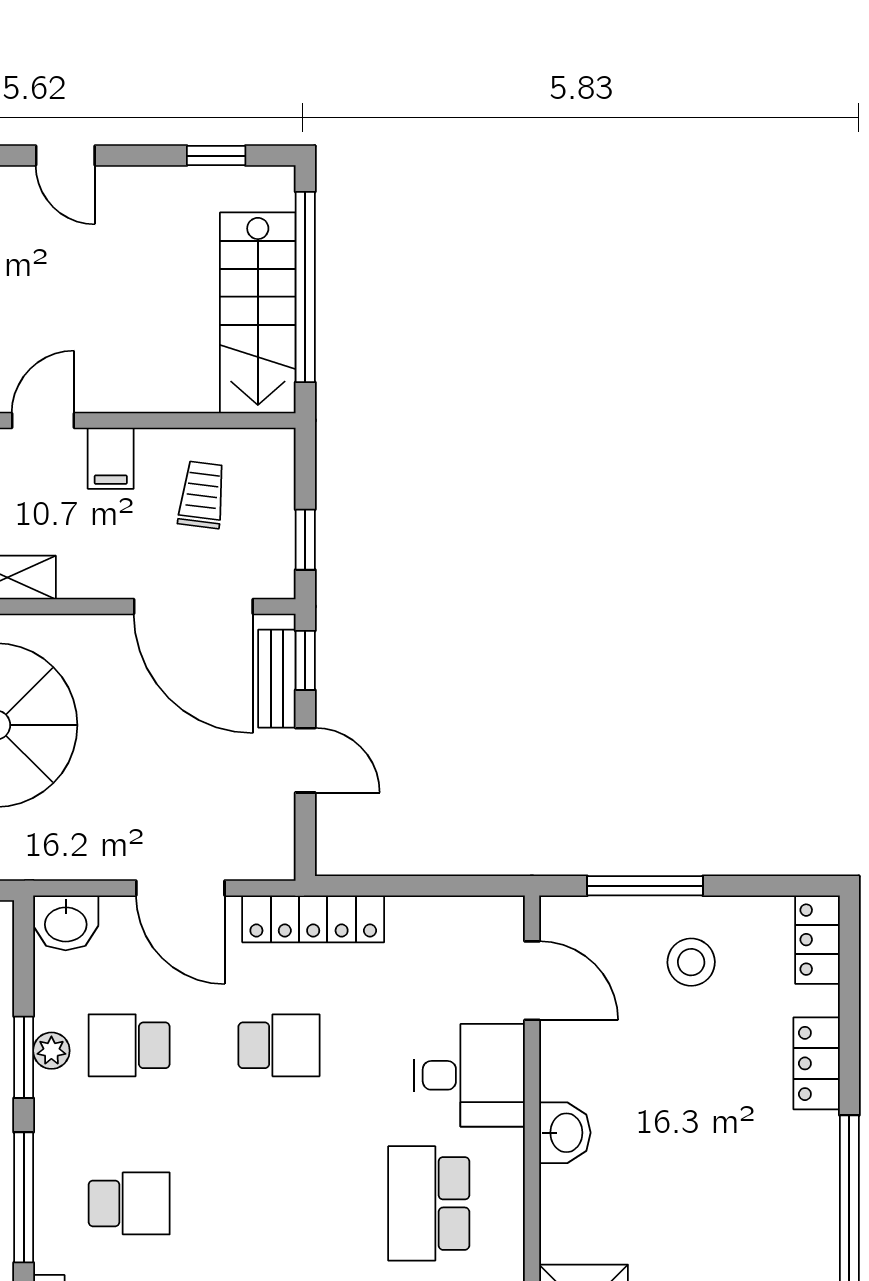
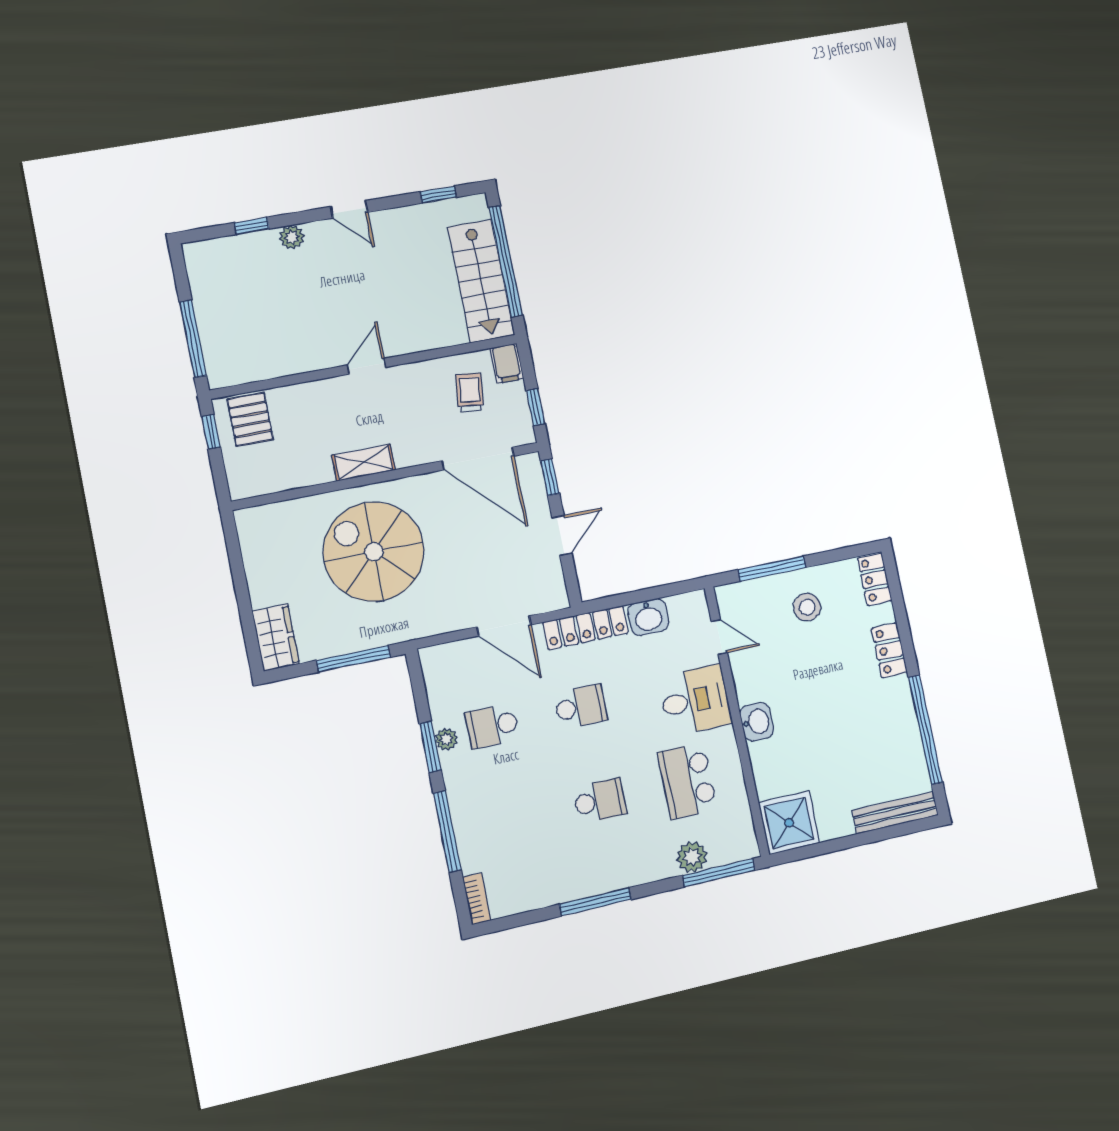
filing cabinet: (111, 458) -> (507, 363), moved
bench: (277, 679) -> (536, 491), removed
door: (305, 760) -> (562, 536), hinge flipped
washbasin: (66, 923) -> (648, 617), moved
door: (532, 981) -> (719, 637), width x0.73
school desk: (129, 1203) -> (600, 801), moved

